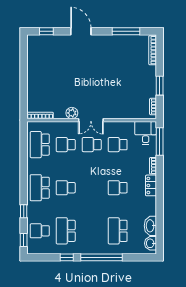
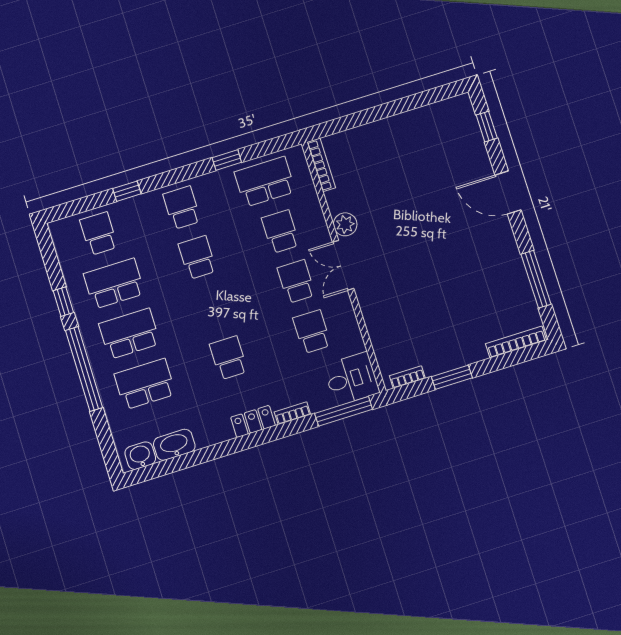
door: (81, 31) -> (508, 192), swing flipped
school desk: (40, 188) -> (182, 208), width x0.54
school desk: (92, 231) -> (129, 334), added
window: (24, 240) -> (227, 160), moved

